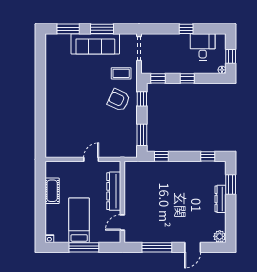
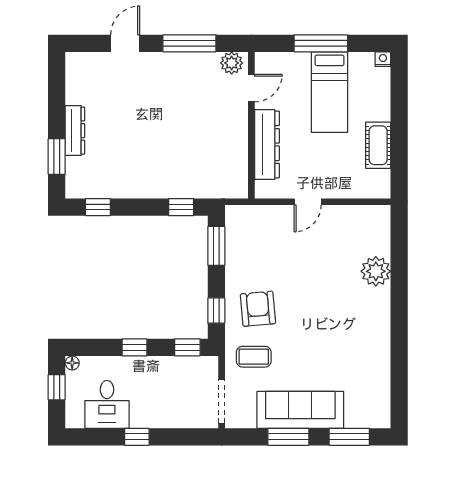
armchair: (119, 100) -> (258, 309), turned -120
plant: (53, 121) -> (376, 271), added
plant: (220, 236) -> (232, 63), moved

